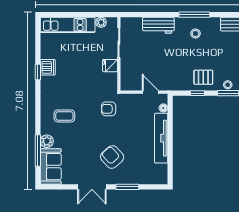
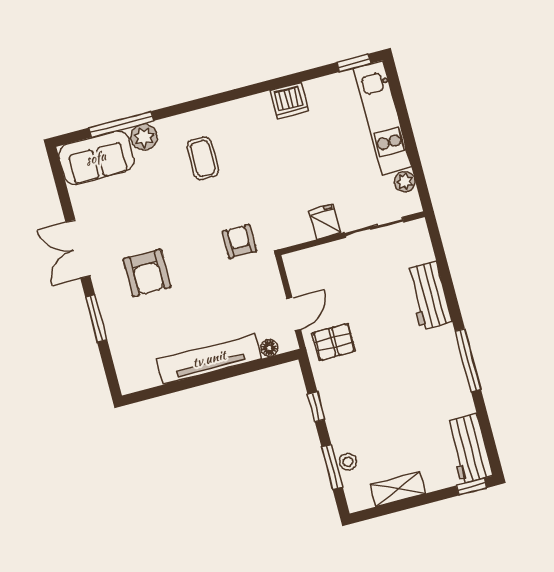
stool: (195, 34) -> (432, 372), removed
window: (38, 72) -> (354, 63), moved
pallet: (203, 77) -> (334, 342), moved, turned 90
armchair: (112, 157) -> (147, 273), turned 132

